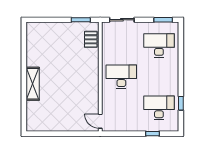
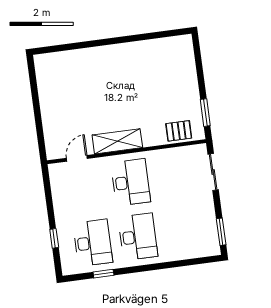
desk: (159, 45) -> (138, 237), moved
shelving: (33, 84) -> (117, 141), moved
door: (100, 121) -> (77, 158), moved

